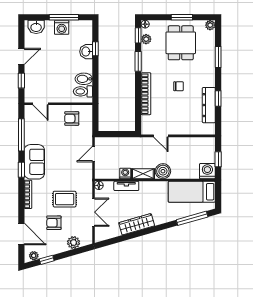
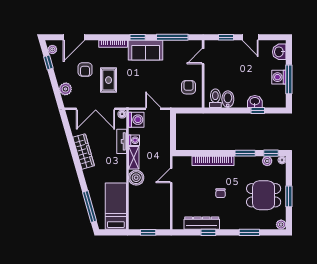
washing machine: (207, 171) -> (136, 120), moved
double door: (93, 212) -> (96, 109), width x1.37
armchair: (54, 223) -> (85, 69), turned 180

